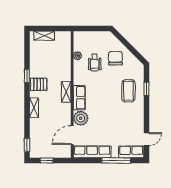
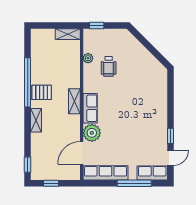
window: (85, 28) -> (97, 26), added
shelving: (44, 36) -> (68, 34), moved
chair: (115, 58) -> (133, 61), removed
window: (27, 76) -> (28, 82), width x3.17
window: (146, 89) -> (170, 136), moved
coffee table: (128, 91) -> (149, 100), removed

